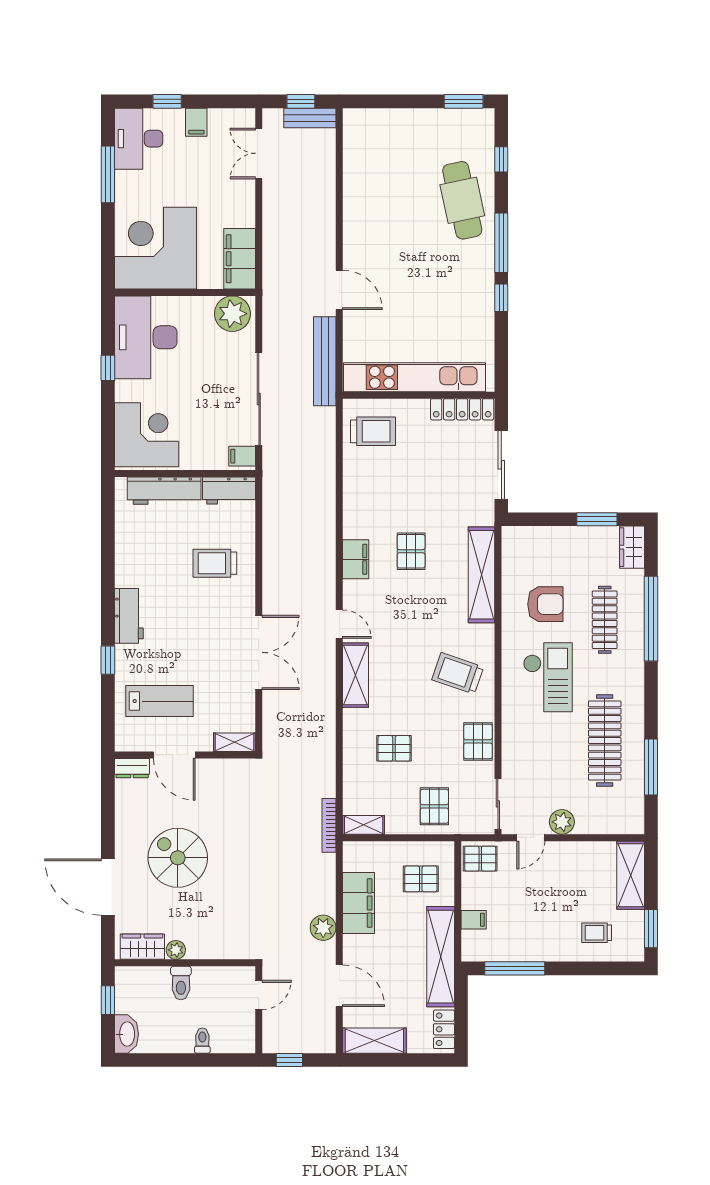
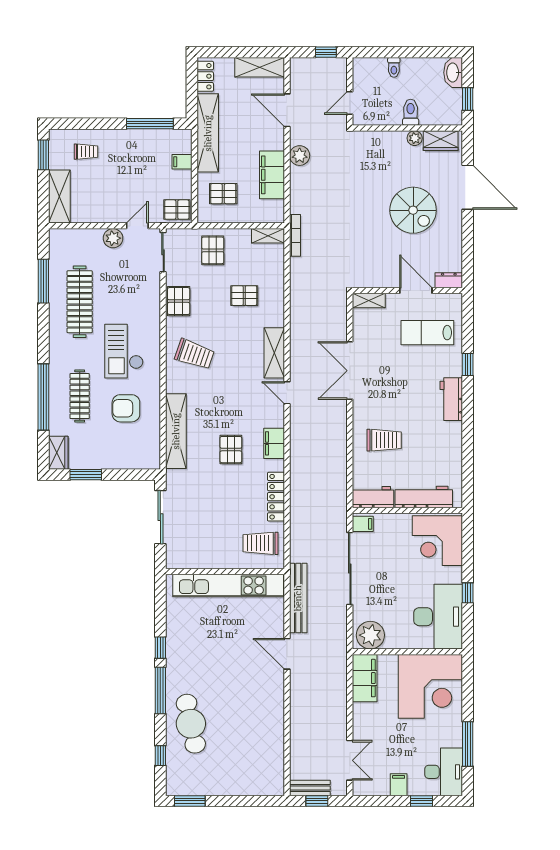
locker: (462, 409) -> (276, 497), moved, turned -90

